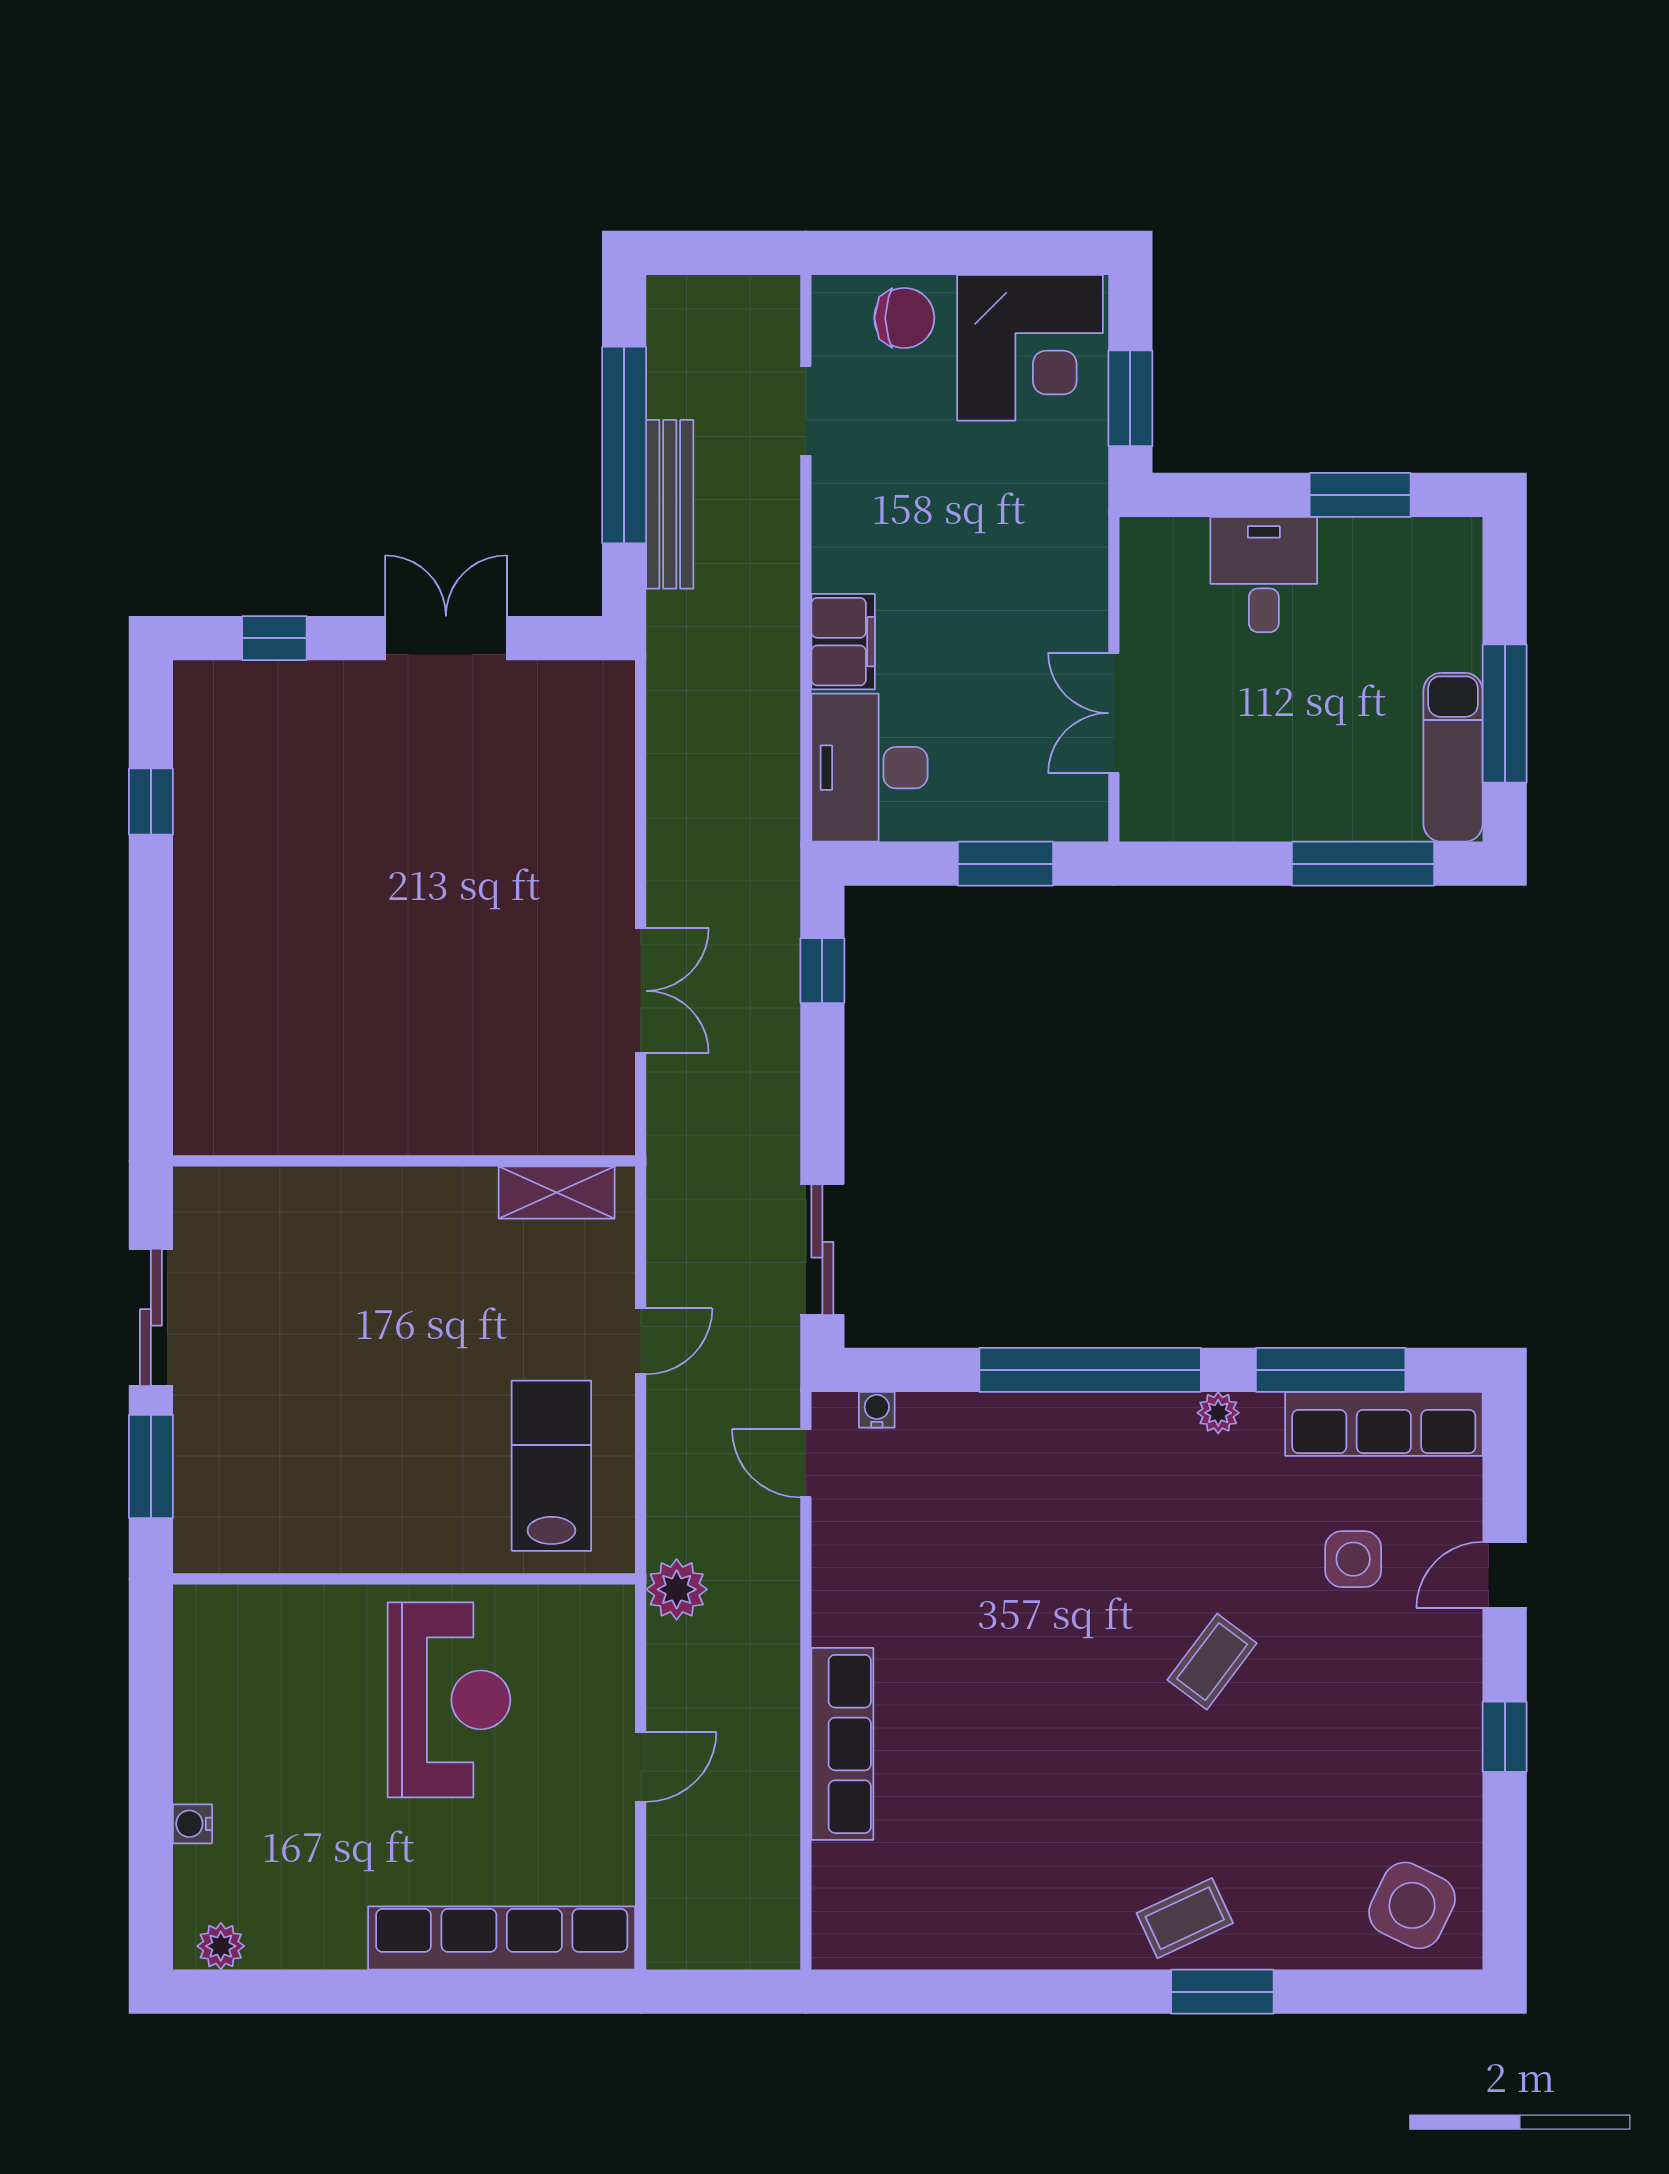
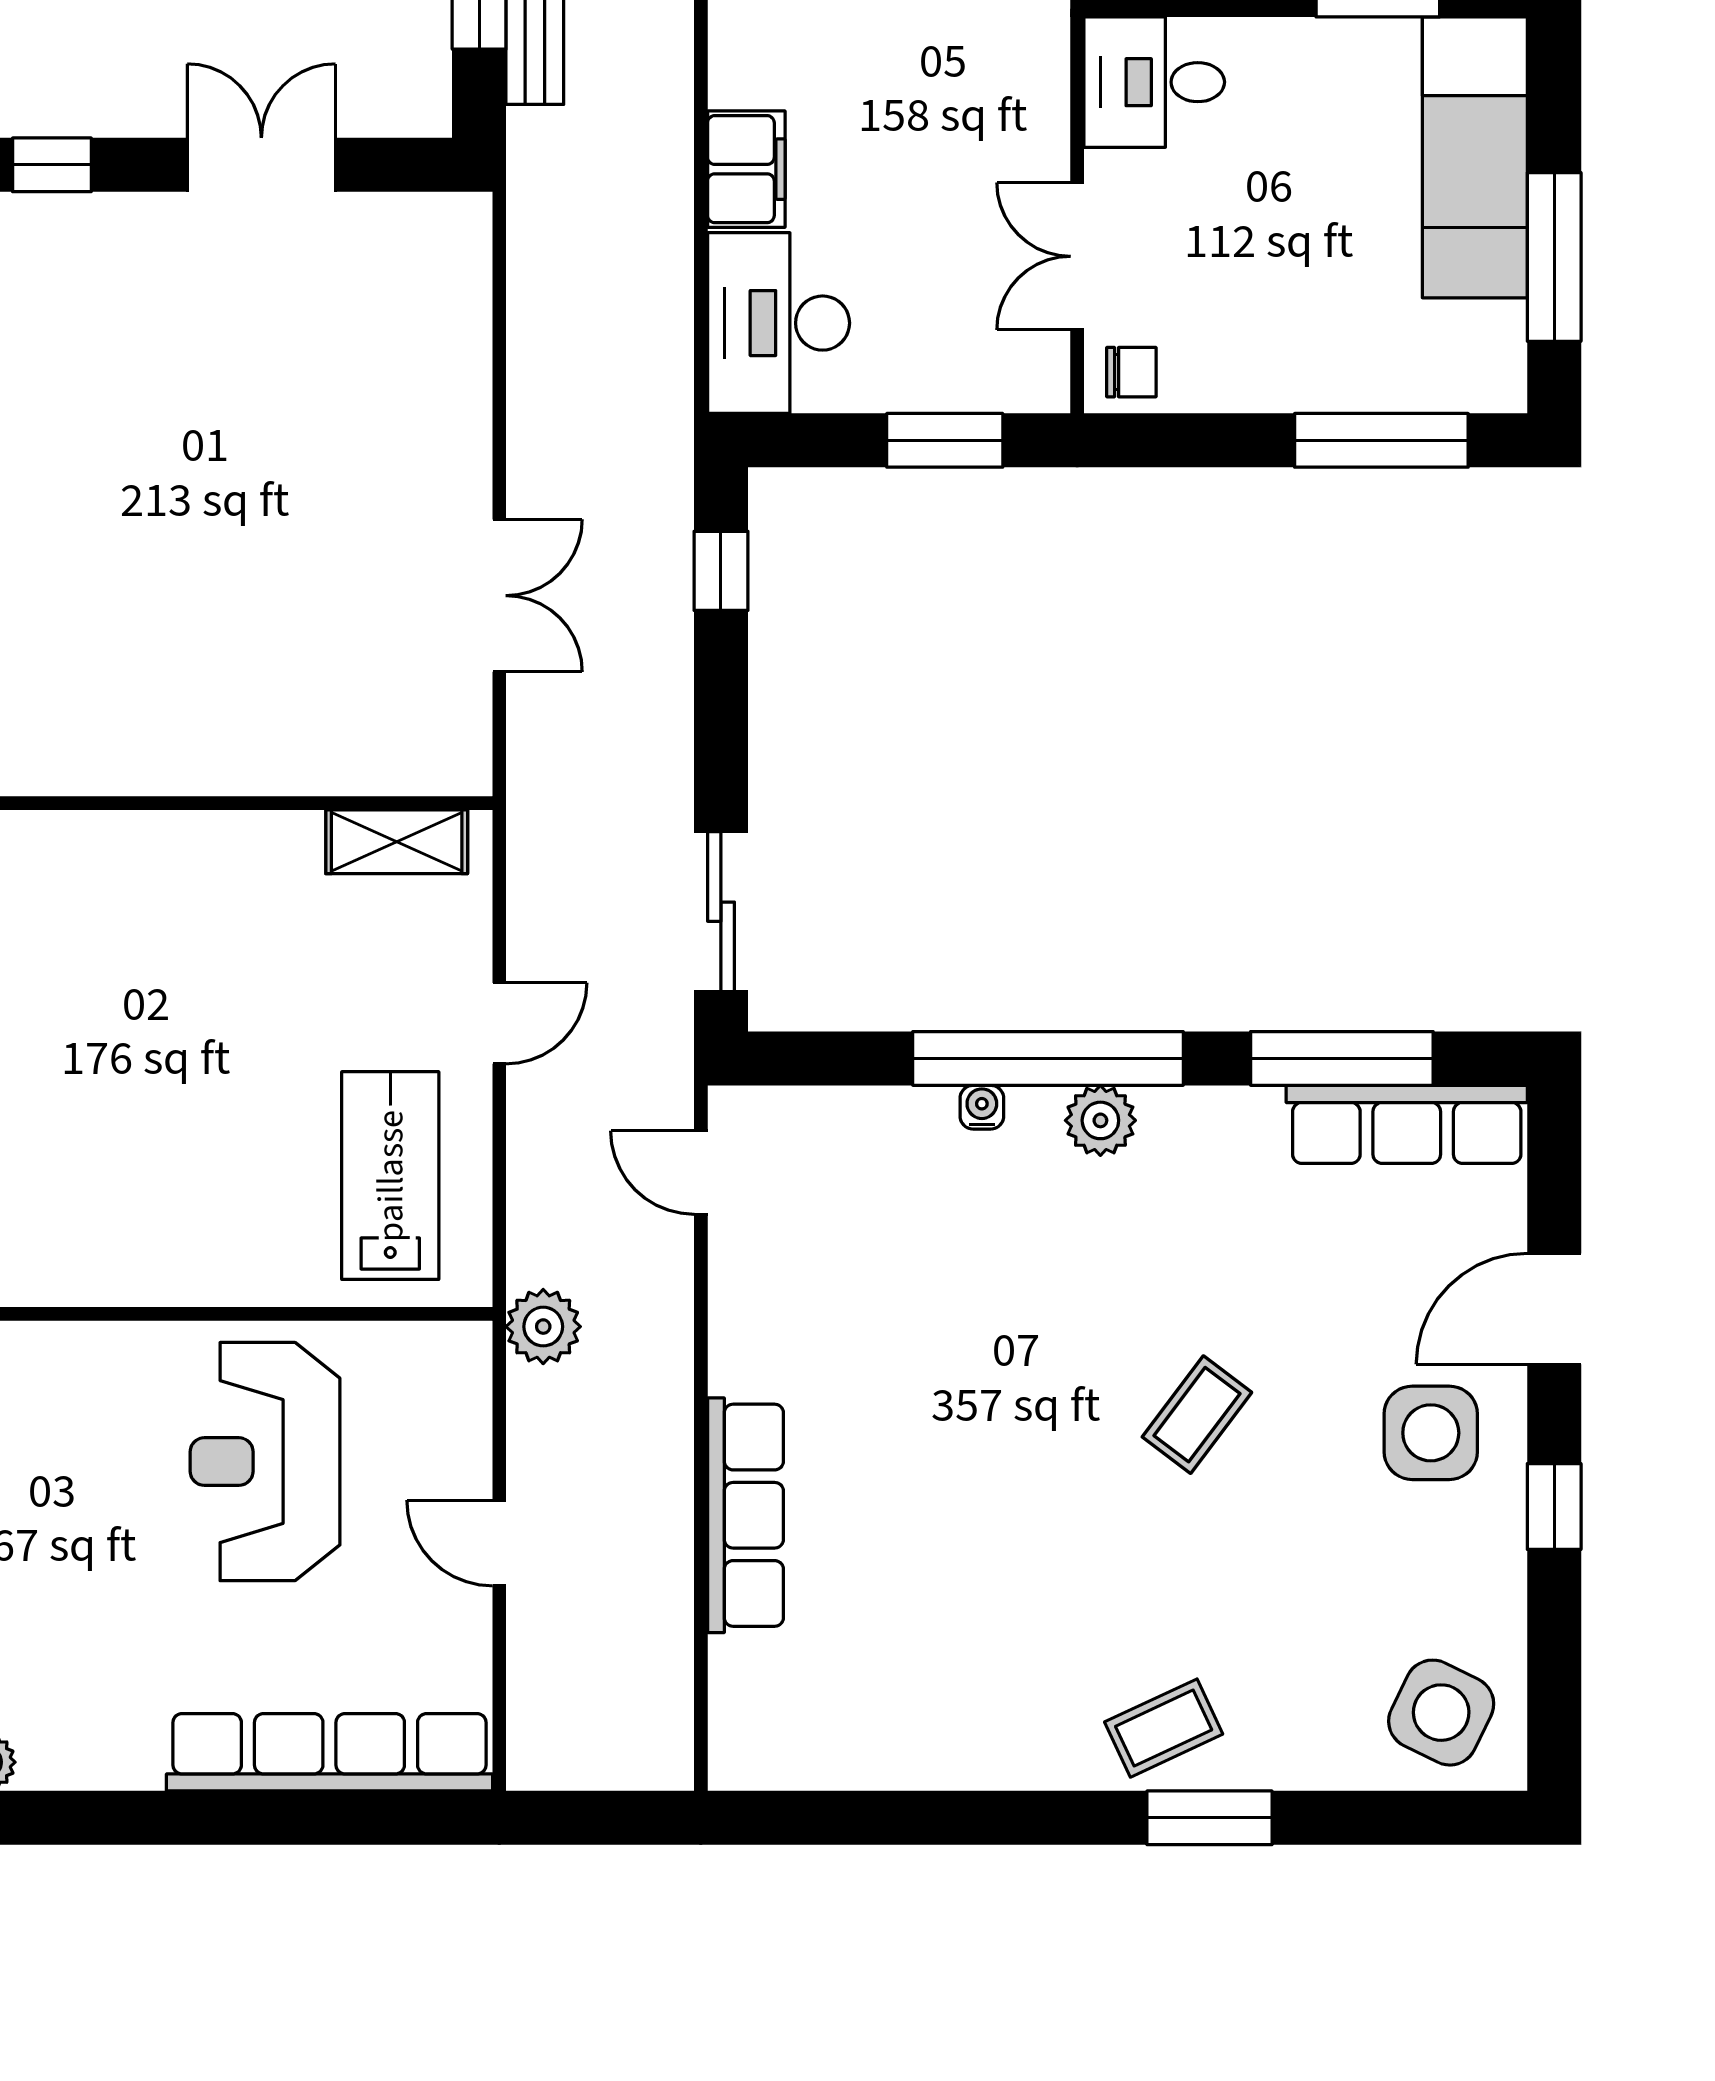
desk: (1264, 575) -> (1154, 82), moved, turned -90
exam couch: (1453, 757) -> (1475, 157), moved, width x1.36, depth x1.45
chair: (1158, 808) -> (1131, 372), added
water cooler: (877, 1410) -> (982, 1107), moved
plant: (1218, 1413) -> (1100, 1120), moved, width x1.38, depth x1.38
side table: (1353, 1559) -> (1431, 1433), moved, width x1.37, depth x1.37
door: (1505, 1575) -> (1554, 1309), width x1.38
reception desk: (449, 1700) -> (265, 1462), turned 180
door: (641, 1767) -> (499, 1543), swing flipped

